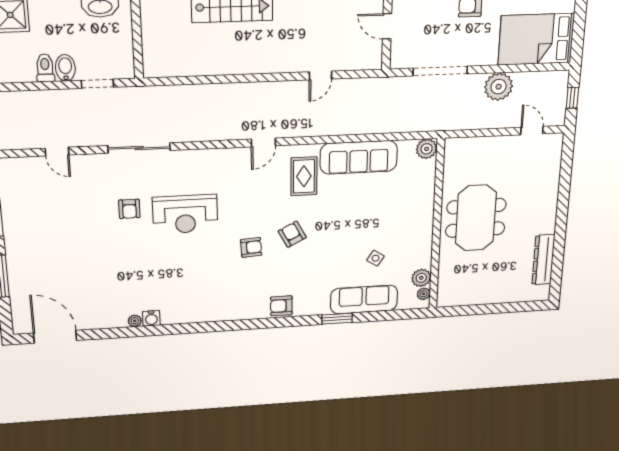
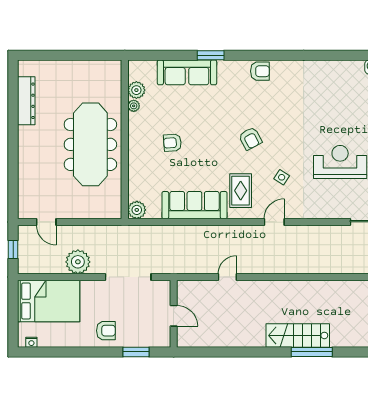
meeting table: (476, 218) -> (90, 144), width x1.36
armchair: (251, 247) -> (172, 143), moved
side table: (375, 258) -> (282, 177), moved
plant: (424, 294) -> (134, 106), moved

